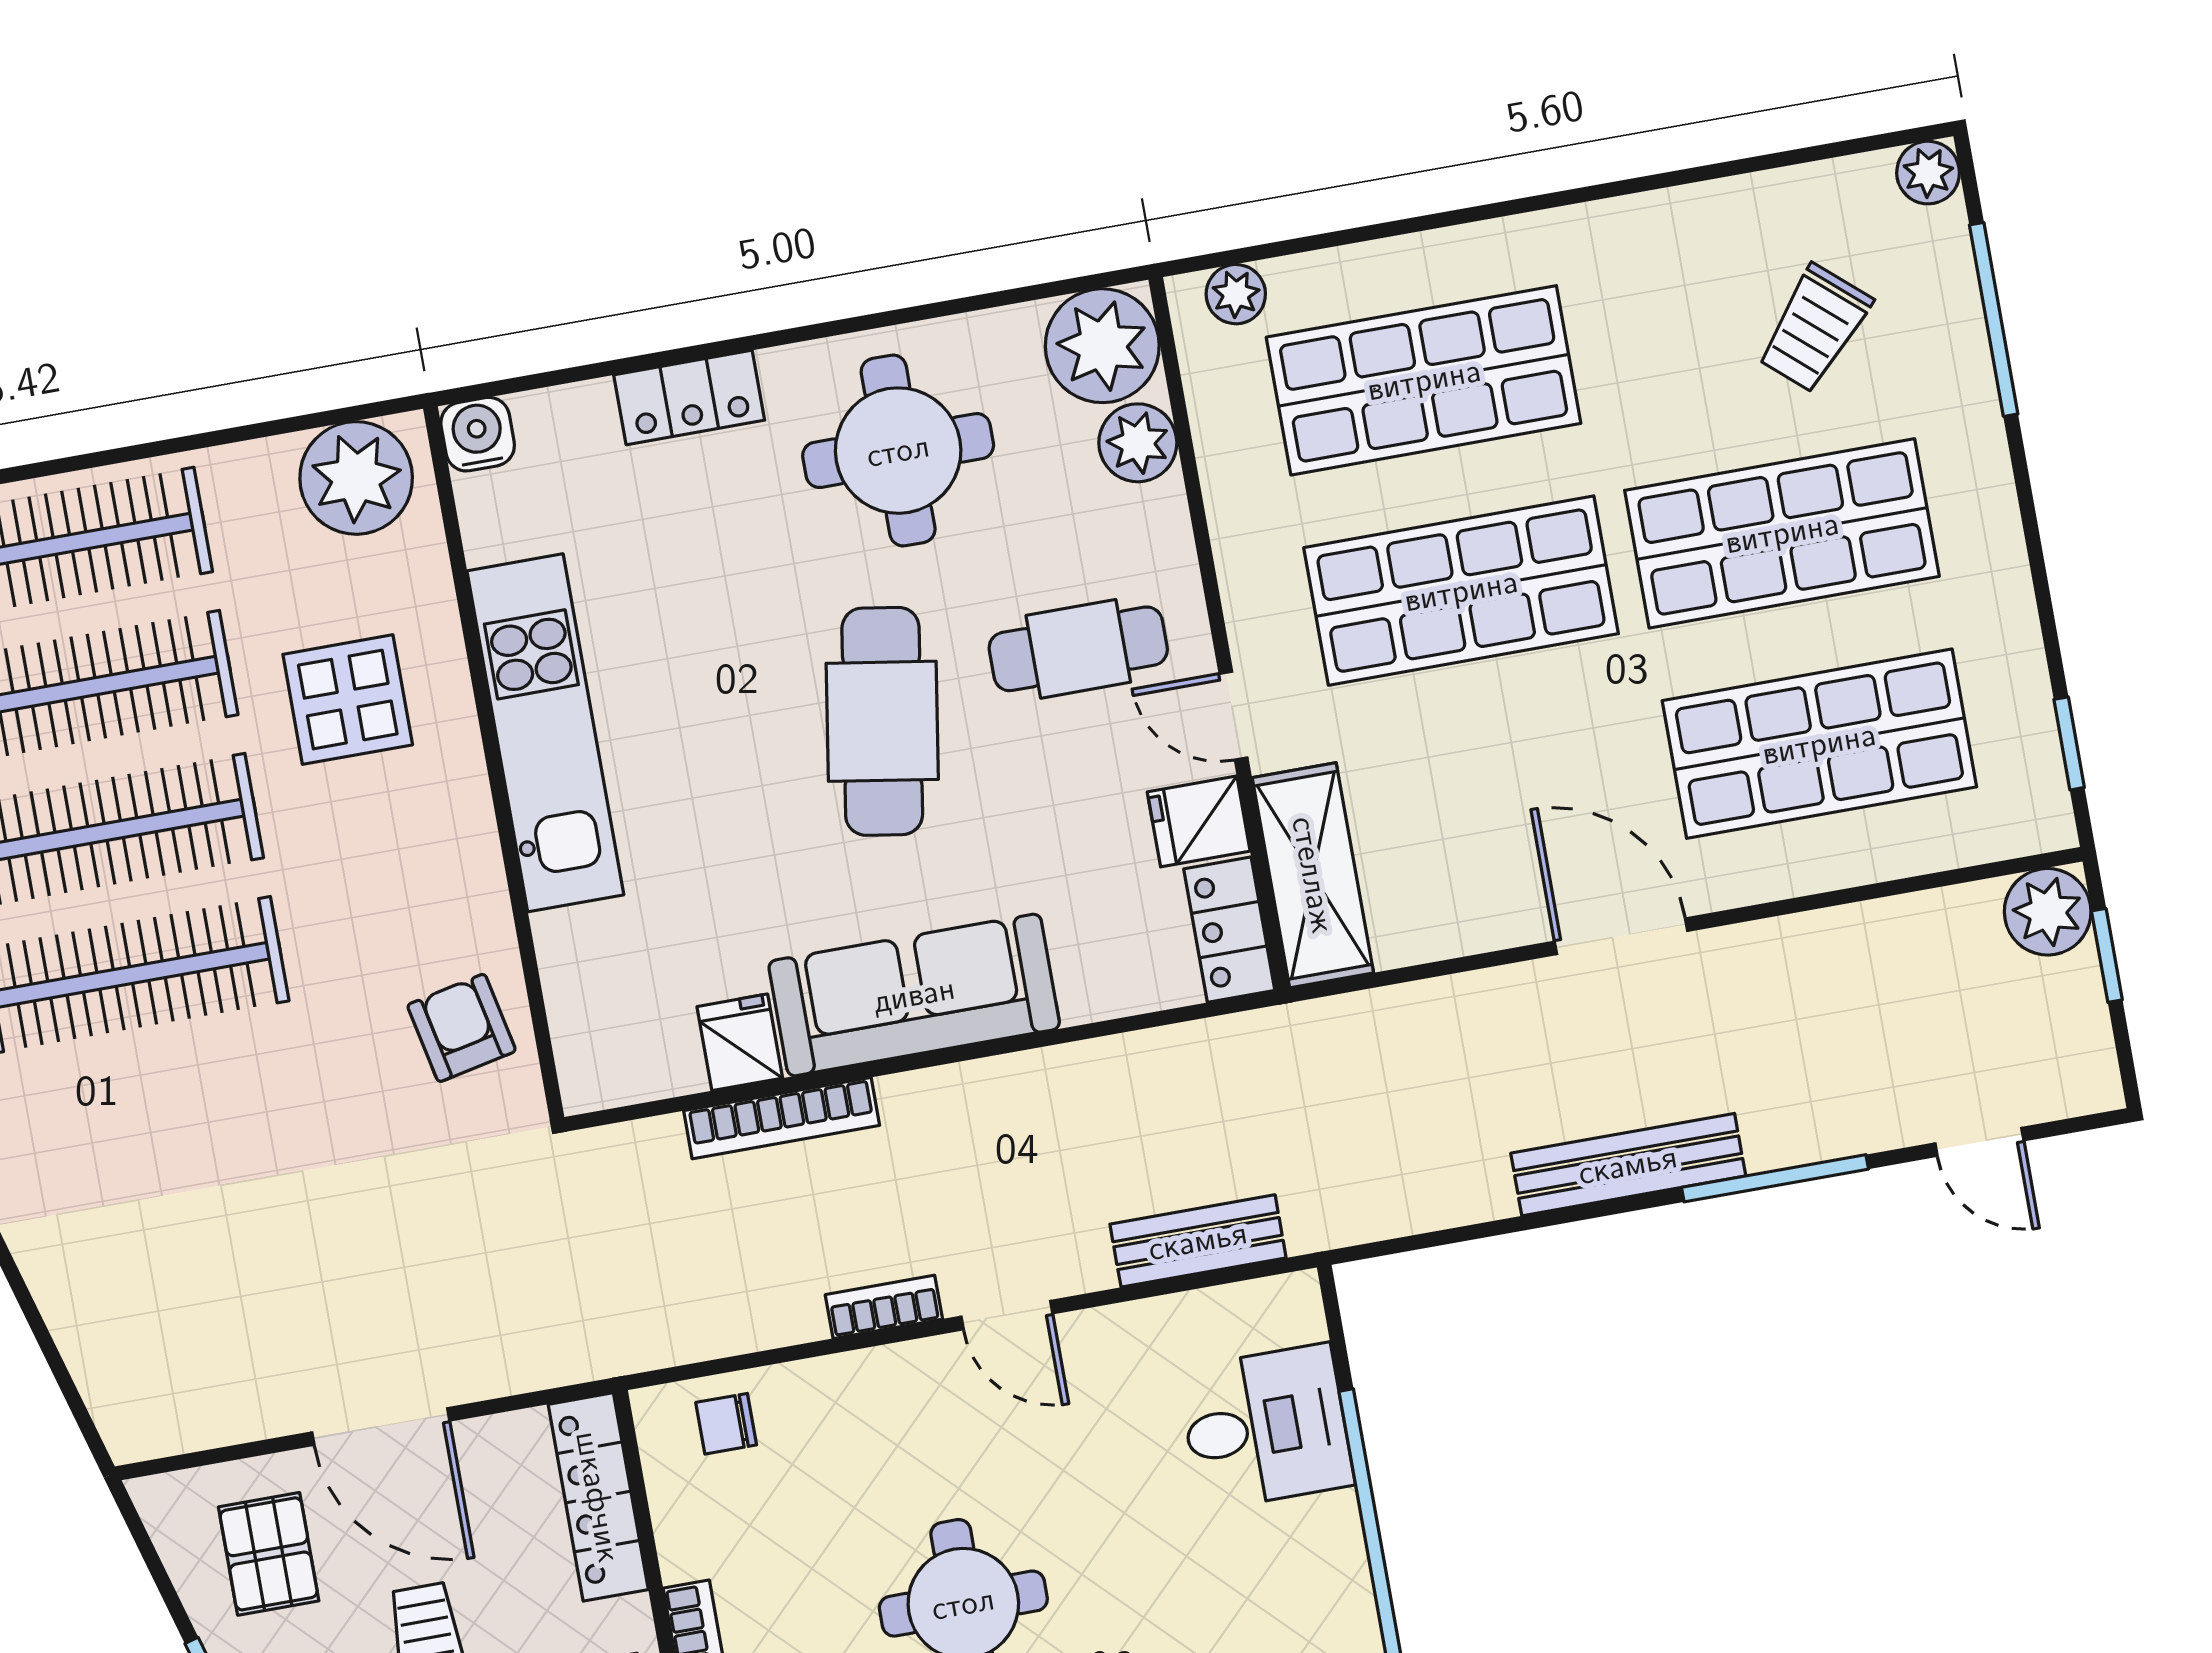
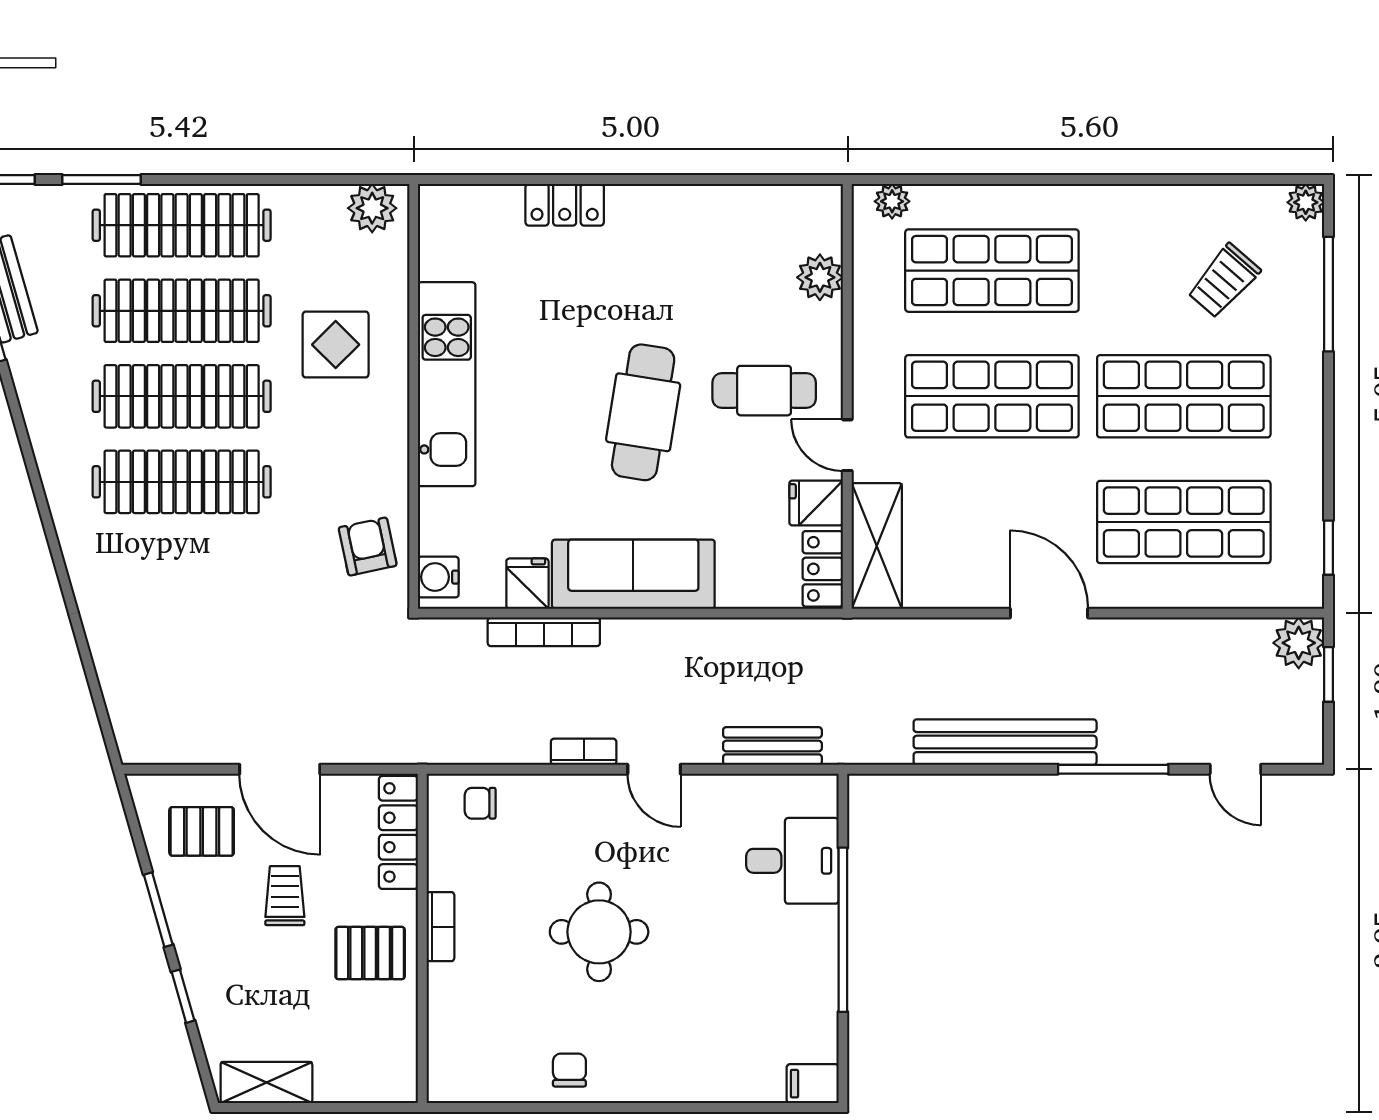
plant: (1102, 346) -> (809, 217), removed
water cooler: (478, 434) -> (438, 577), moved, turned -90
round table: (898, 451) -> (680, 257), removed
plant: (356, 478) -> (372, 208), width x0.73, depth x0.73
bench: (1628, 1165) -> (1005, 742), width x1.37, depth x1.21
pallet: (269, 1554) -> (202, 831), turned 90

